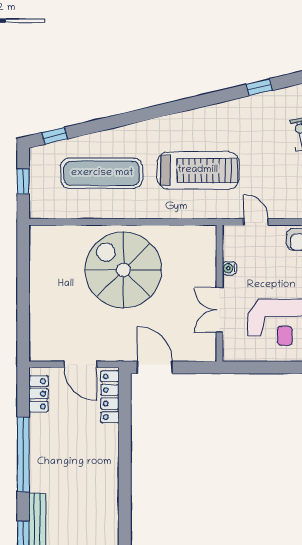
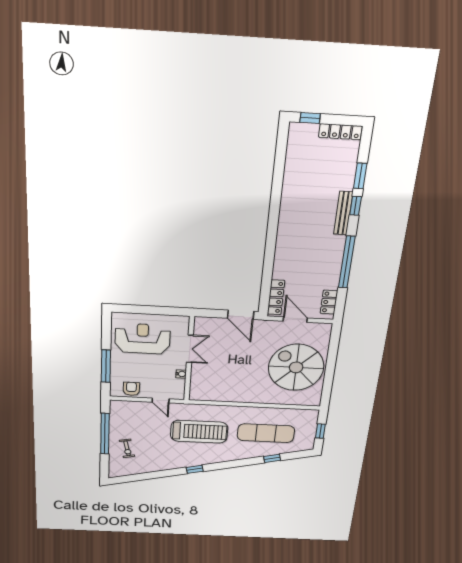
window: (259, 87) -> (195, 469), moved
window: (55, 136) -> (272, 458), moved
treadmill: (198, 170) -> (199, 432), turned 180
spiral stairs: (123, 270) -> (296, 367), moved, turned 180

